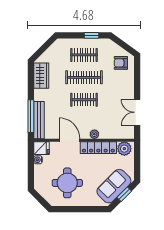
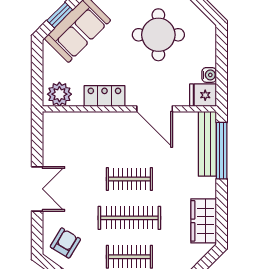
armchair: (121, 63) -> (65, 243), turned -59
double door: (137, 112) -> (37, 189), moved
plant: (94, 134) -> (111, 119), removed
locker: (98, 148) -> (104, 96), width x0.66

